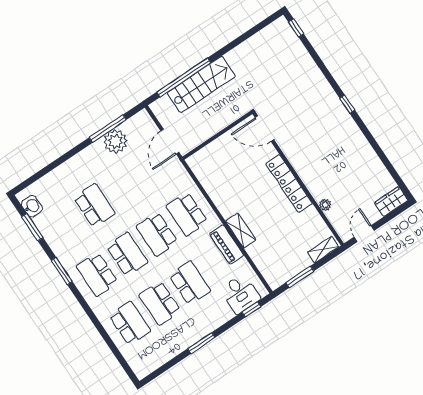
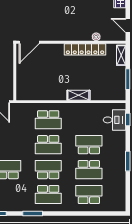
locker: (289, 184) -> (85, 49), moved
piano: (227, 245) -> (81, 109), removed

